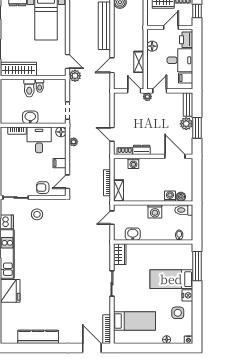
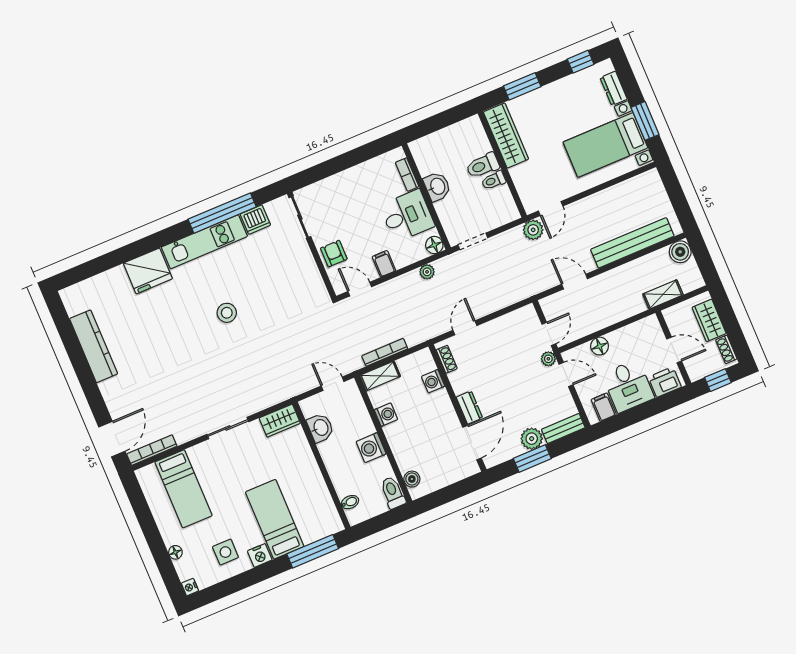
floor lamp: (152, 46) -> (600, 346), moved
shelving: (139, 62) -> (663, 294), moved
dresser: (142, 150) -> (469, 408), moved
washing machine: (170, 196) -> (386, 415), moved
stool: (37, 214) -> (227, 313), moved

